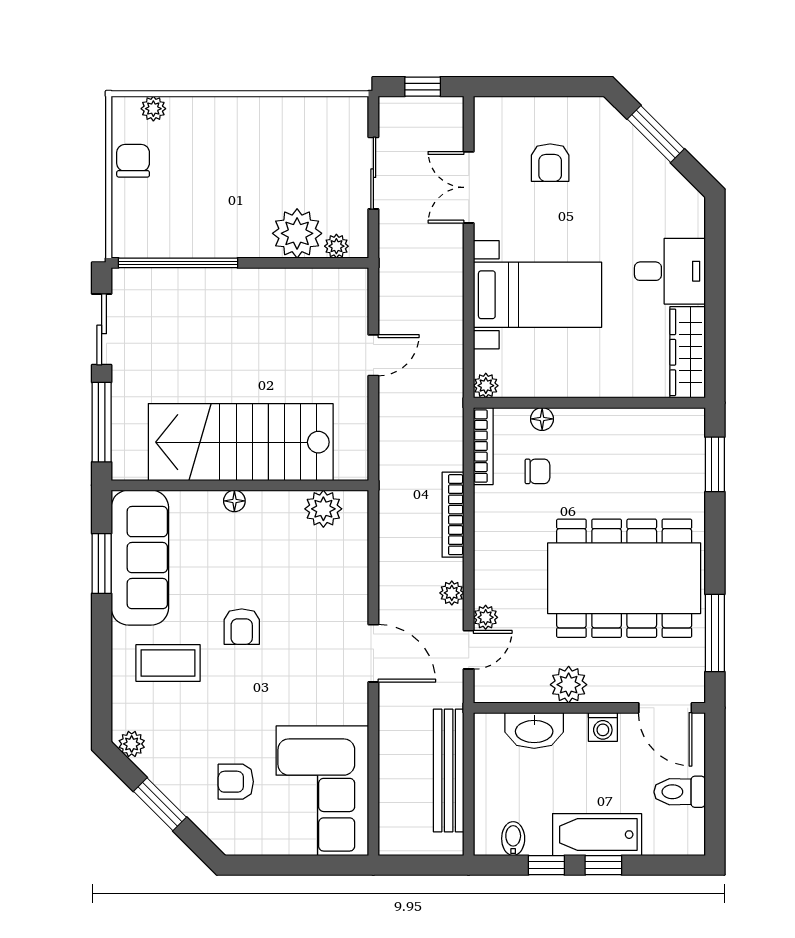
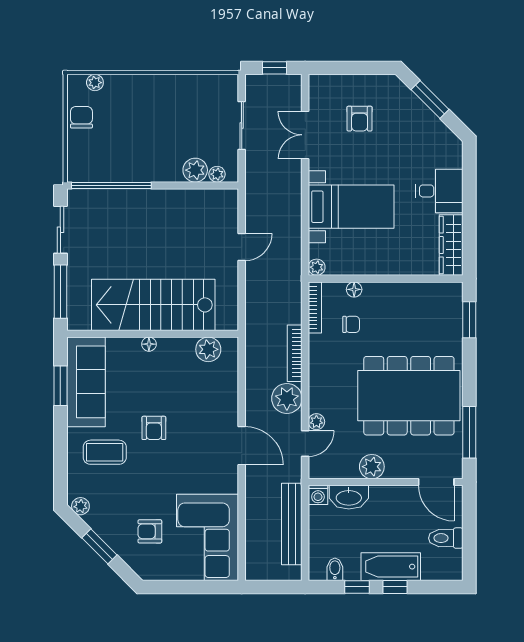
plant: (297, 233) -> (195, 170), width x0.73, depth x0.73
plant: (452, 593) -> (287, 398), width x1.88, depth x1.88
washing machine: (603, 727) -> (318, 495), moved

